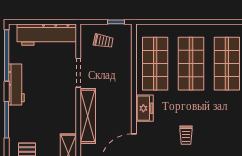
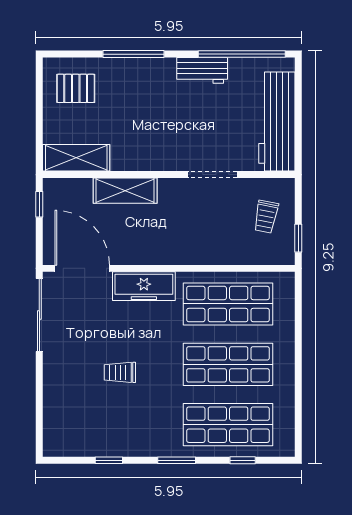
workbench: (16, 85) -> (202, 70), width x0.73
freezer: (145, 108) -> (144, 286), width x1.40
shelving: (88, 116) -> (125, 191), width x0.68
trolley: (186, 135) -> (120, 372), moved

